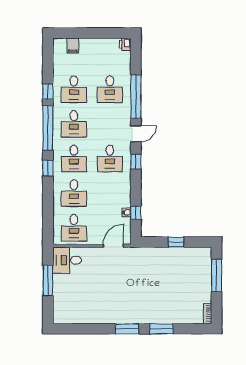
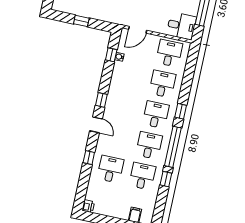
window: (136, 97) -> (89, 158), width x0.32
door: (136, 134) -> (96, 125), swing flipped
desk: (110, 159) -> (124, 108), removed

